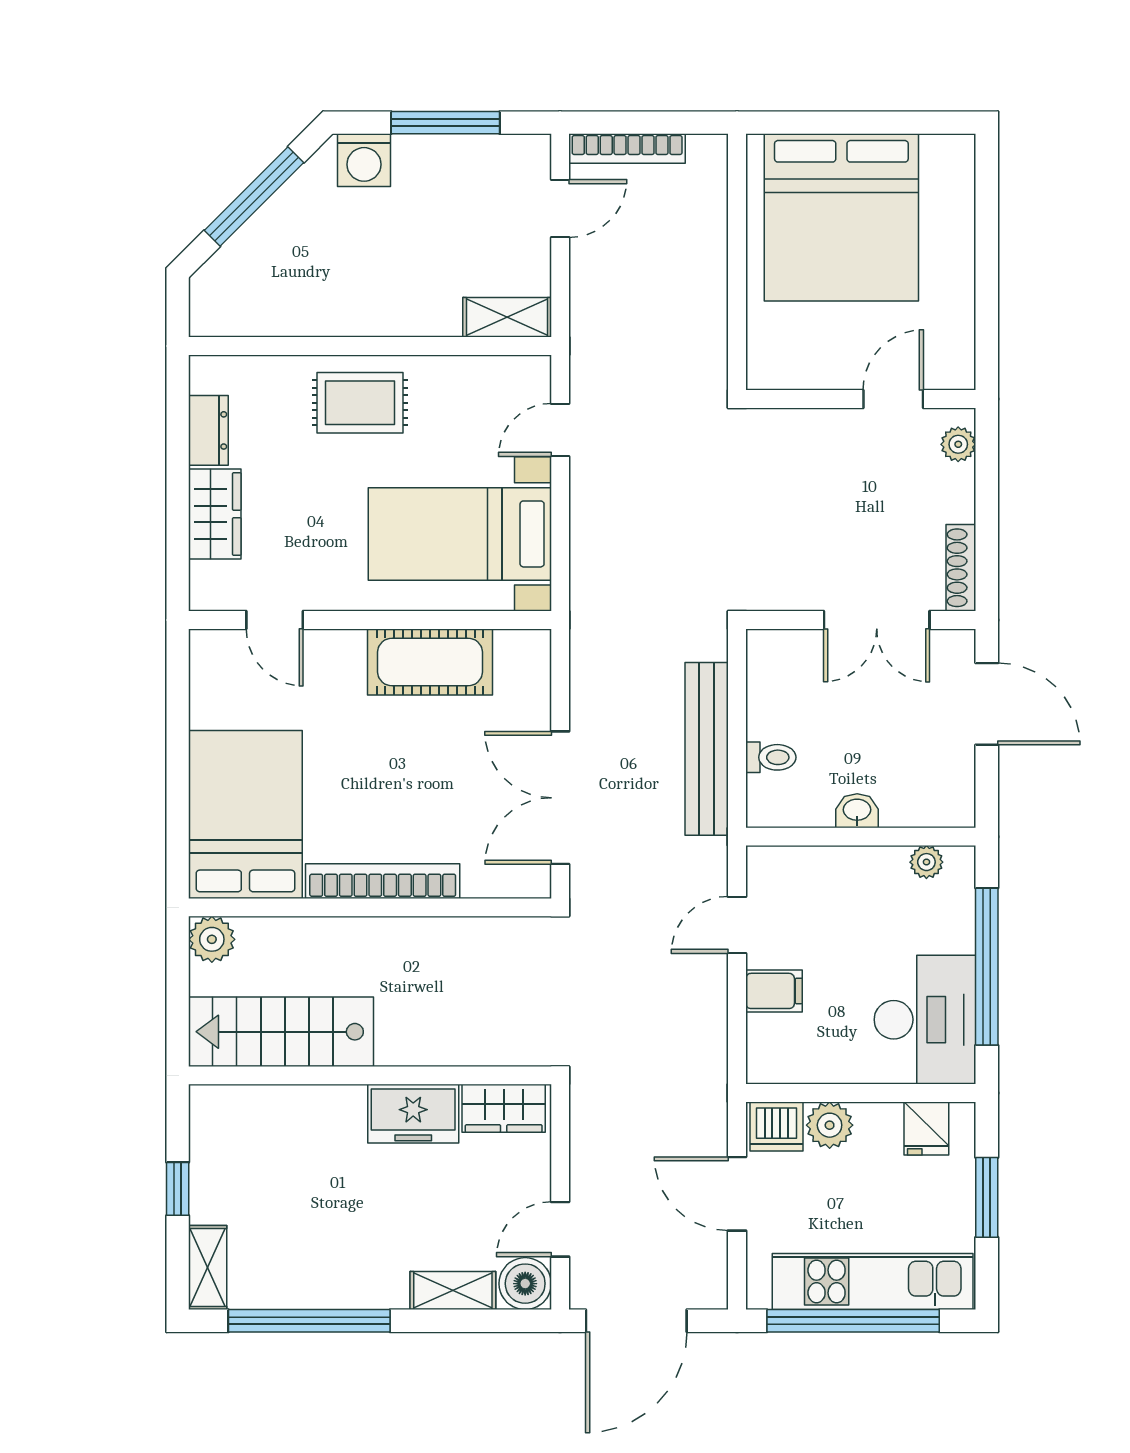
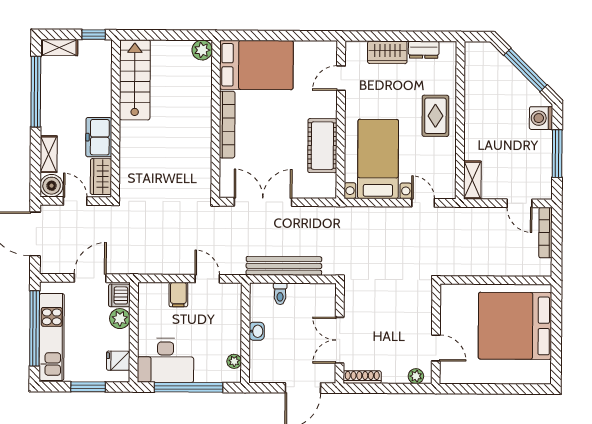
stairs: (281, 1032) -> (135, 80), moved
wall: (370, 1075) -> (116, 118), moved
wardrobe: (504, 1108) -> (101, 177), moved
freezer: (413, 1114) -> (99, 137), moved

